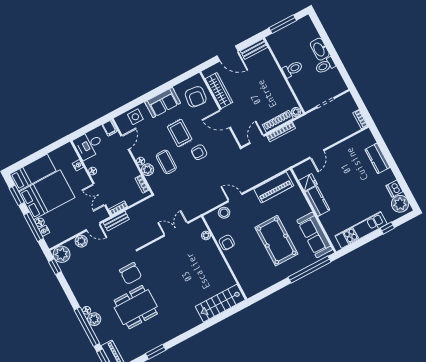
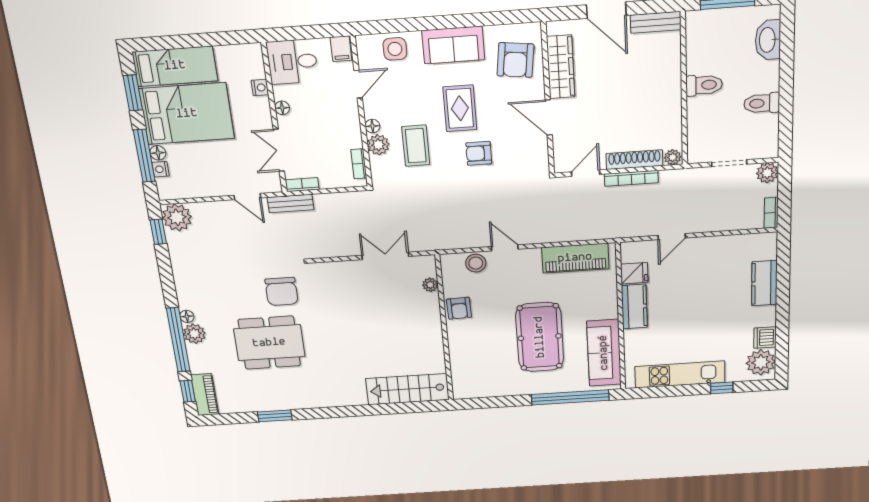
washbasin: (320, 49) -> (768, 40), moved
plant: (81, 241) -> (767, 173), moved

